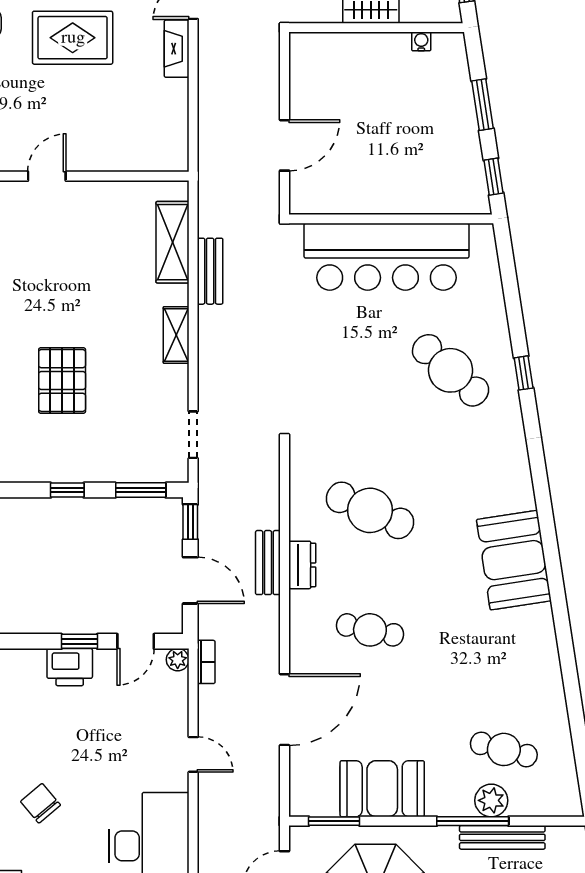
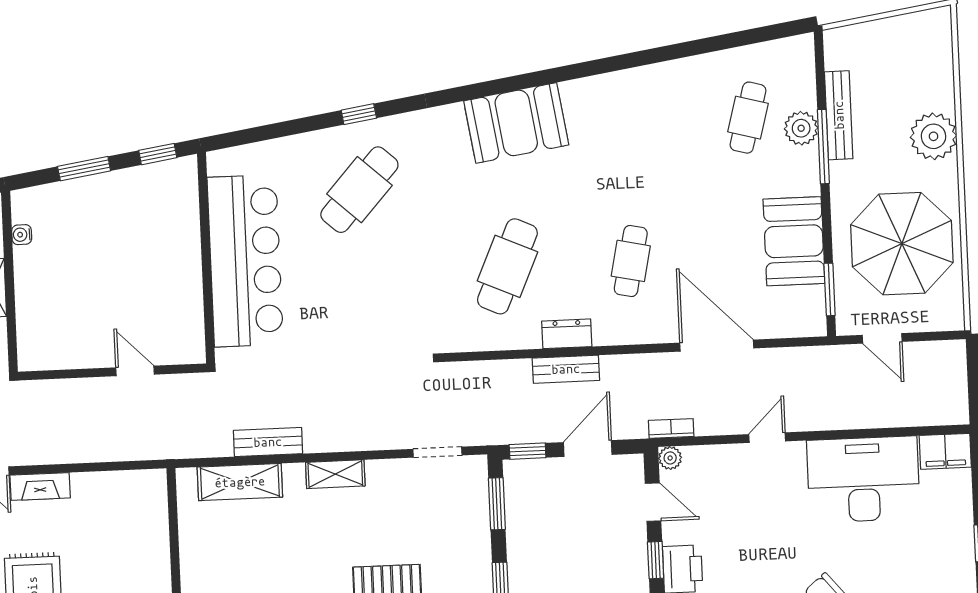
door: (284, 145) -> (135, 371), width x0.73
booth: (514, 560) -> (516, 123), moved

